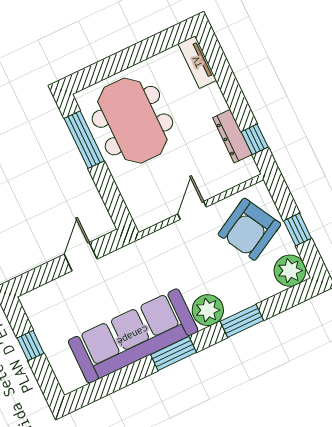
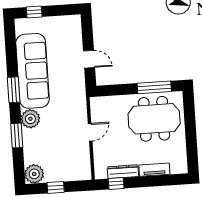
tv unit: (197, 62) -> (154, 170), moved
door: (192, 210) -> (90, 132), hinge flipped
armchair: (249, 229) -> (67, 160), removed
window: (30, 346) -> (34, 12), moved

